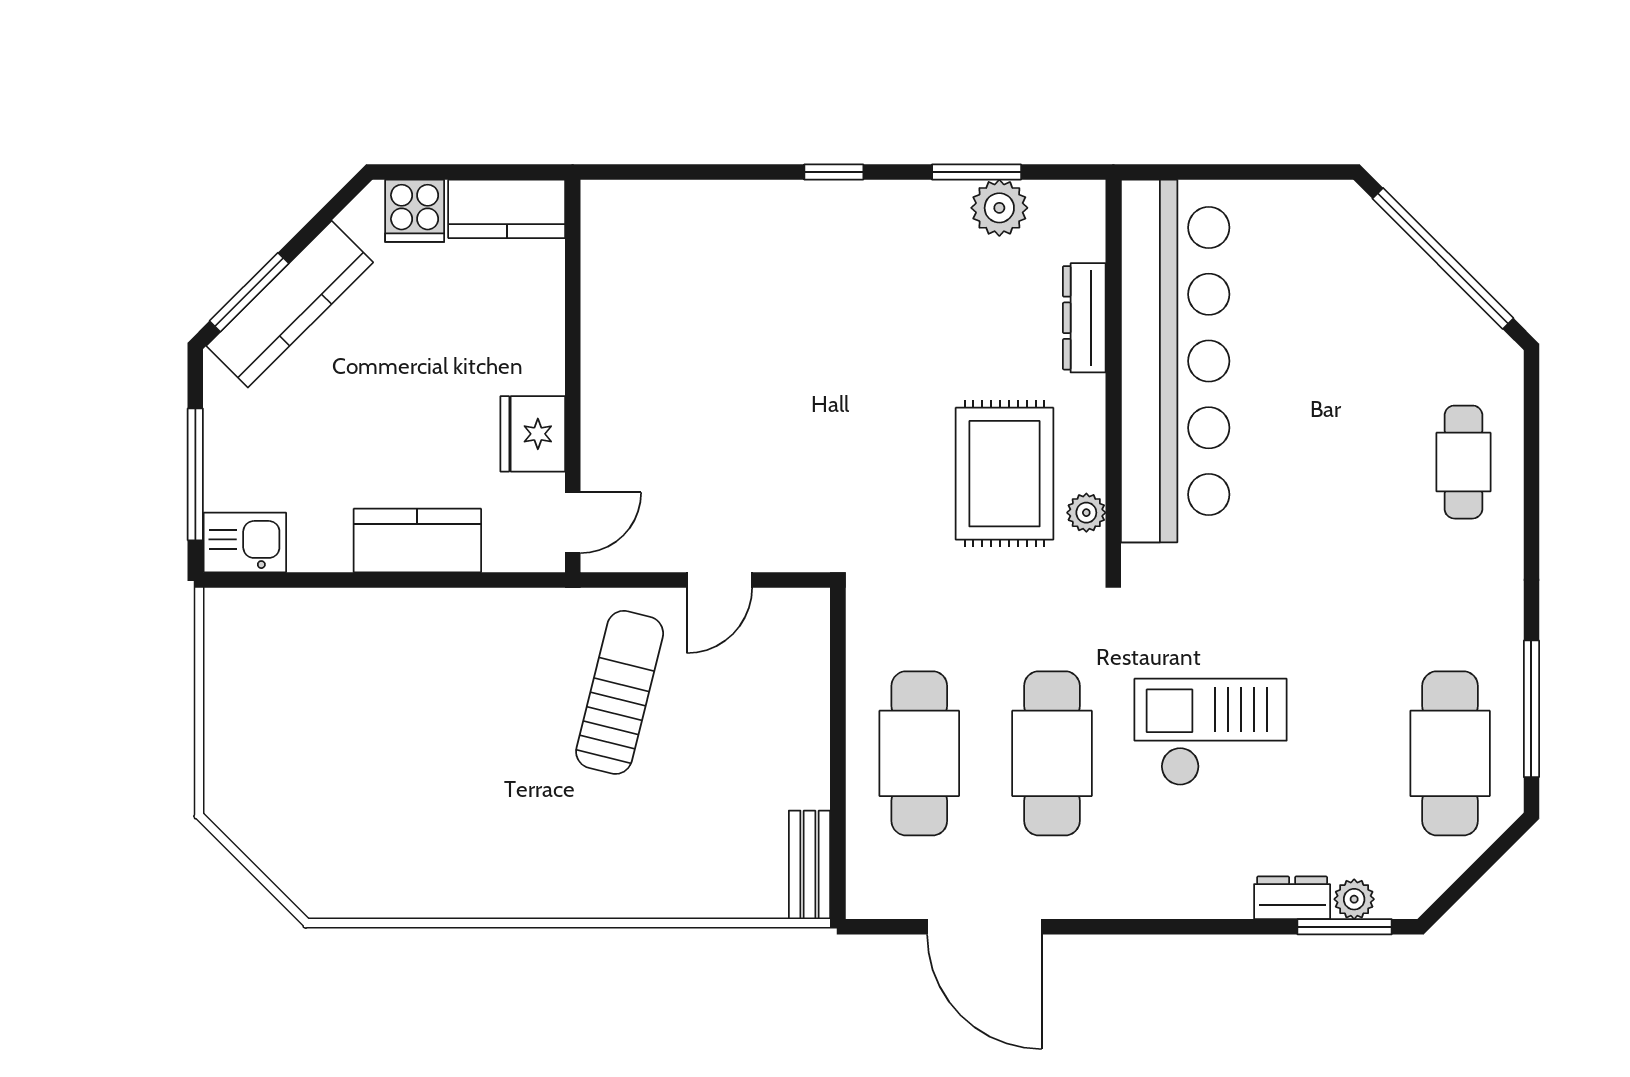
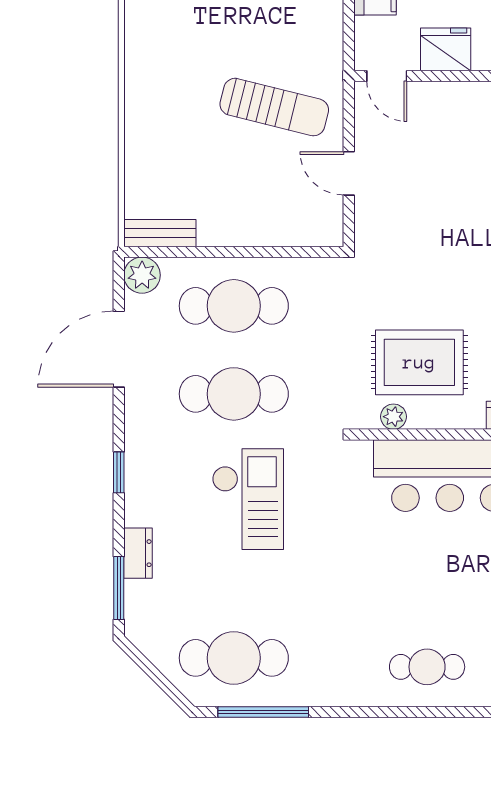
plant: (1354, 899) -> (142, 275), moved, width x1.38, depth x1.38
window: (1170, 927) -> (119, 472), added

